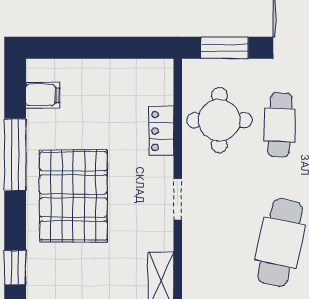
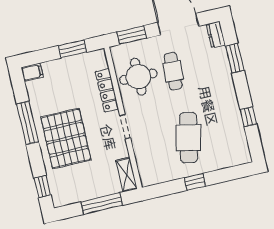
window: (119, 48) -> (72, 49), added
filing cabinet: (43, 95) -> (32, 72), moved
locker: (161, 131) -> (107, 90), width x1.53

